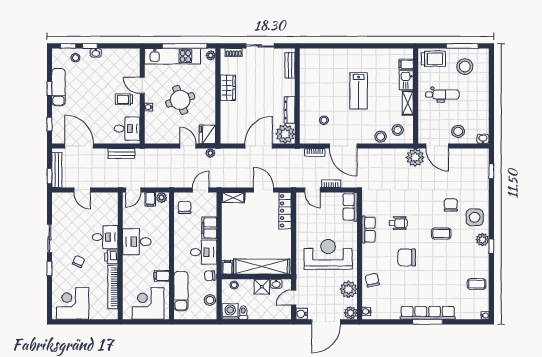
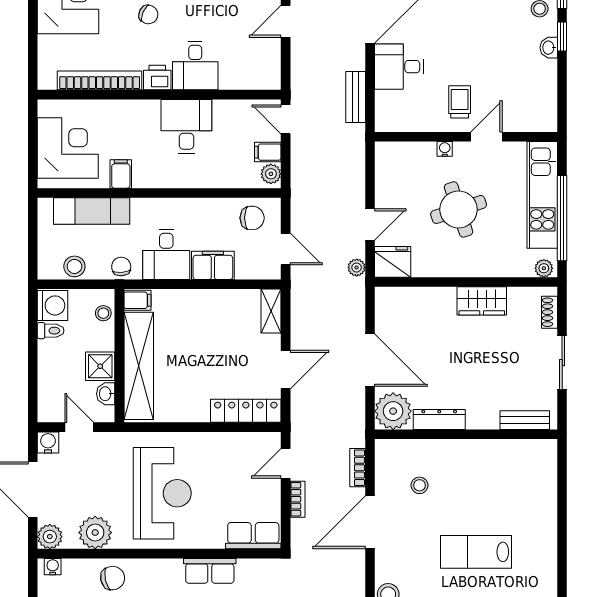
desk: (127, 129) -> (399, 67), moved, turned 90

